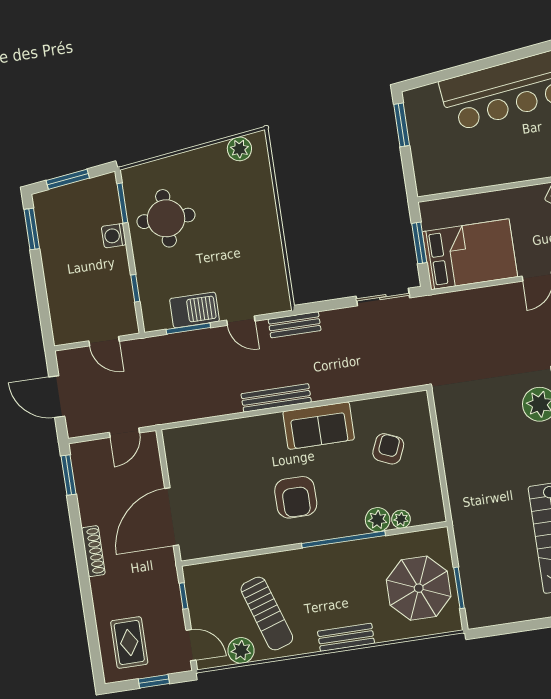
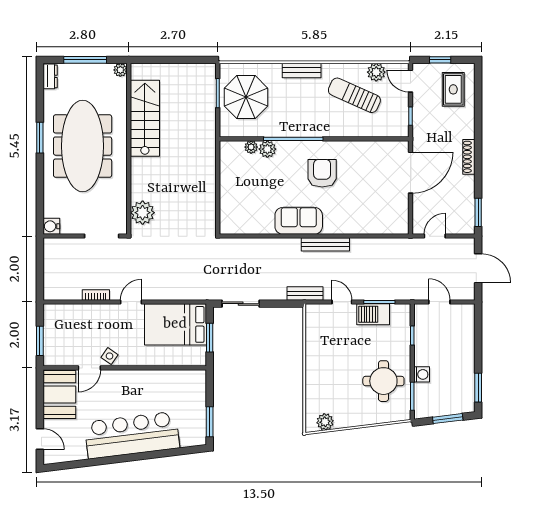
armchair: (388, 449) -> (253, 197), removed
sun lounger: (267, 614) -> (354, 95), turned -48

